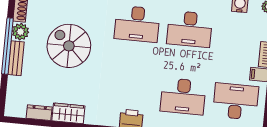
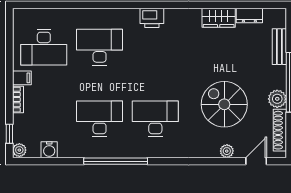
spiral stairs: (69, 46) -> (224, 104), moved, turned 180
bench: (16, 58) -> (279, 47), moved

